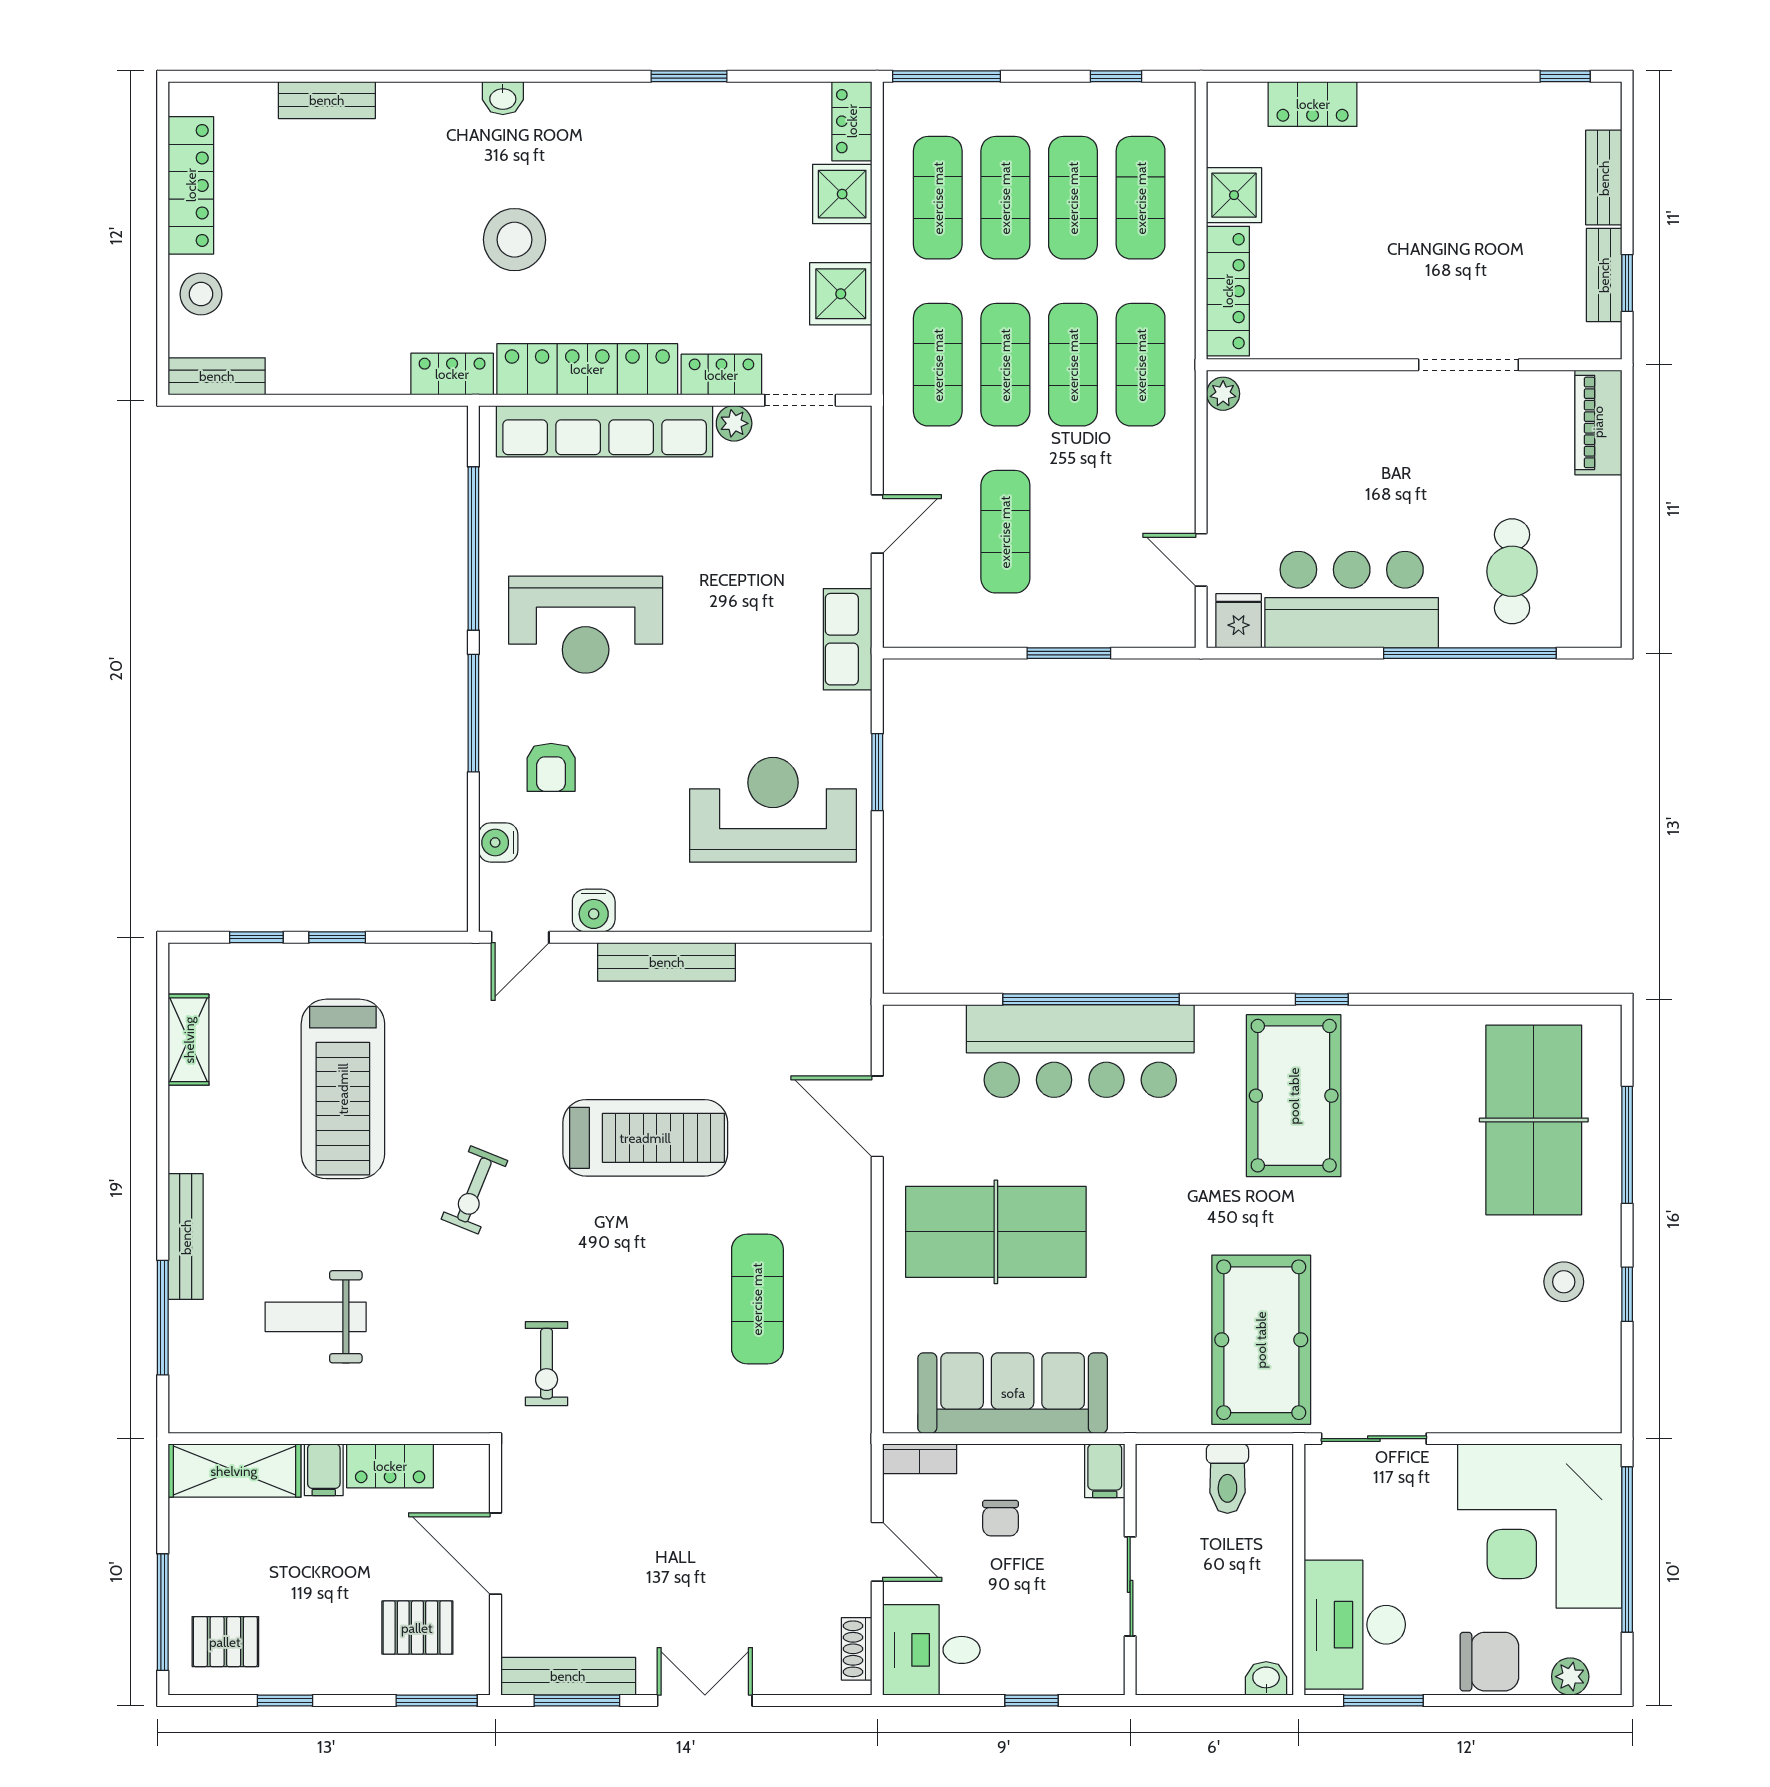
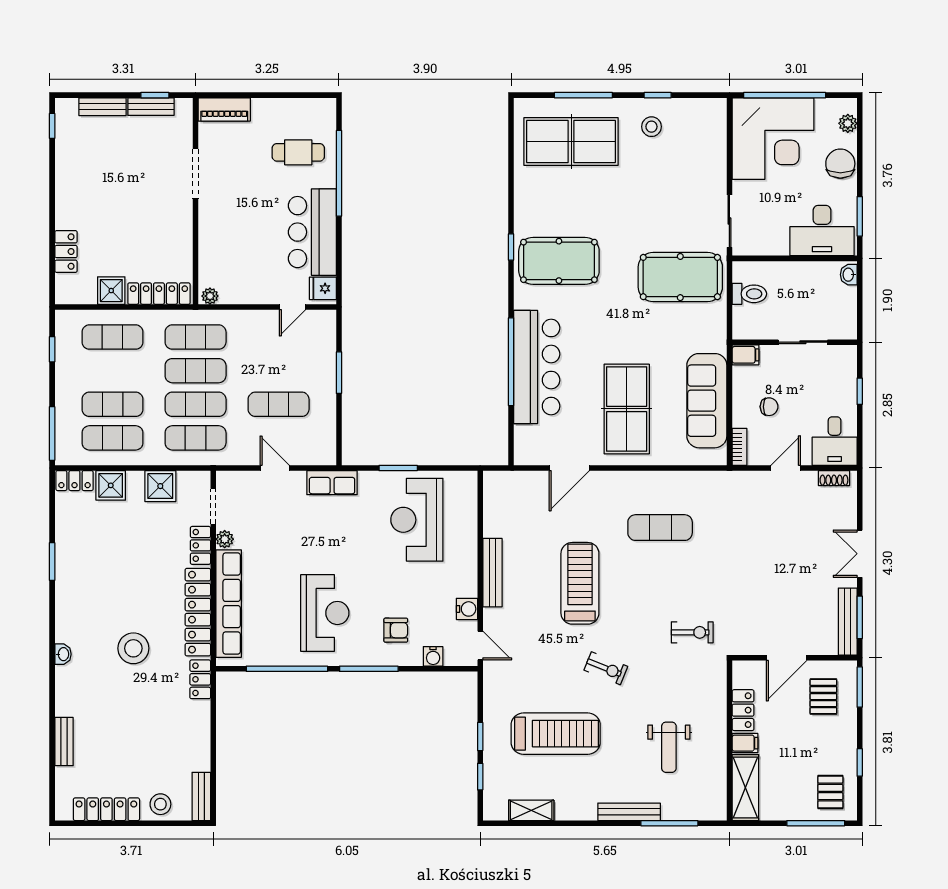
exercise mat: (1073, 198) -> (113, 371), removed

